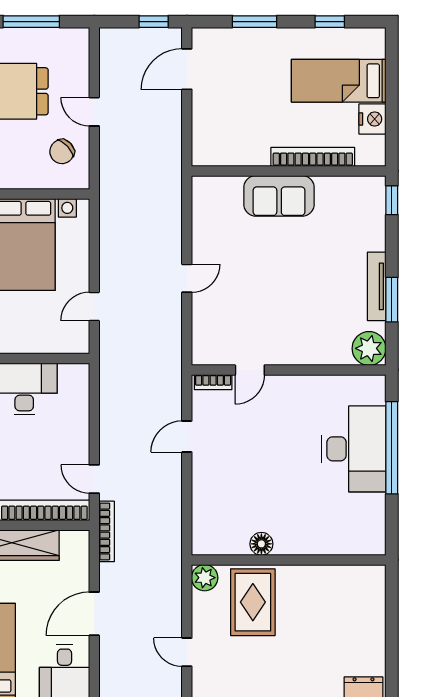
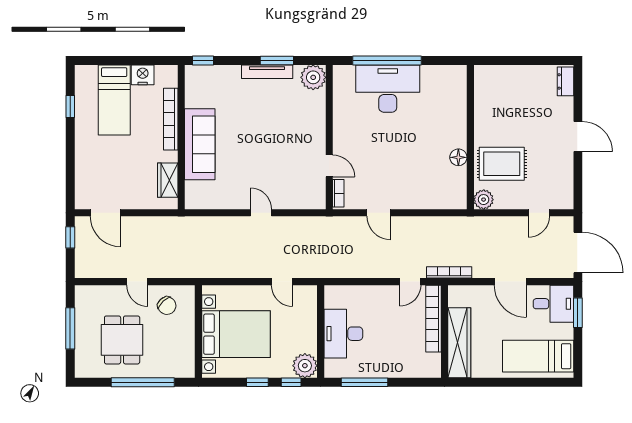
window: (255, 22) -> (70, 162), removed
door: (94, 112) -> (137, 282), hinge flipped
wardrobe: (231, 153) -> (168, 180), added
sofa: (279, 196) -> (200, 144), width x1.36

